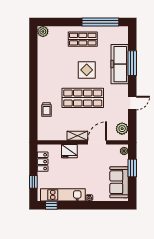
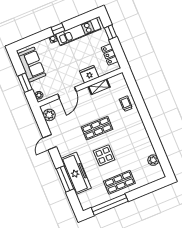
plant: (43, 31) -> (153, 160), moved
shop shelf: (83, 98) -> (97, 128), width x0.70, depth x0.74
shelving: (77, 136) -> (99, 87), moved
window: (51, 205) -> (58, 29), moved

